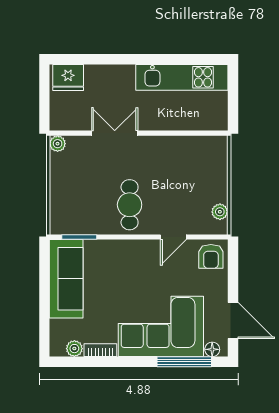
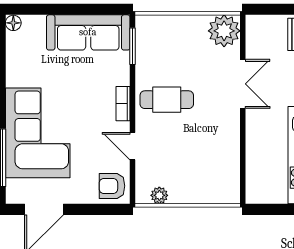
plant: (58, 144) -> (224, 31), width x1.88, depth x1.88
plant: (74, 349) -> (14, 41), removed
floor lamp: (212, 349) -> (13, 23), moved
bookcase: (100, 350) -> (123, 104), moved, turned 180

